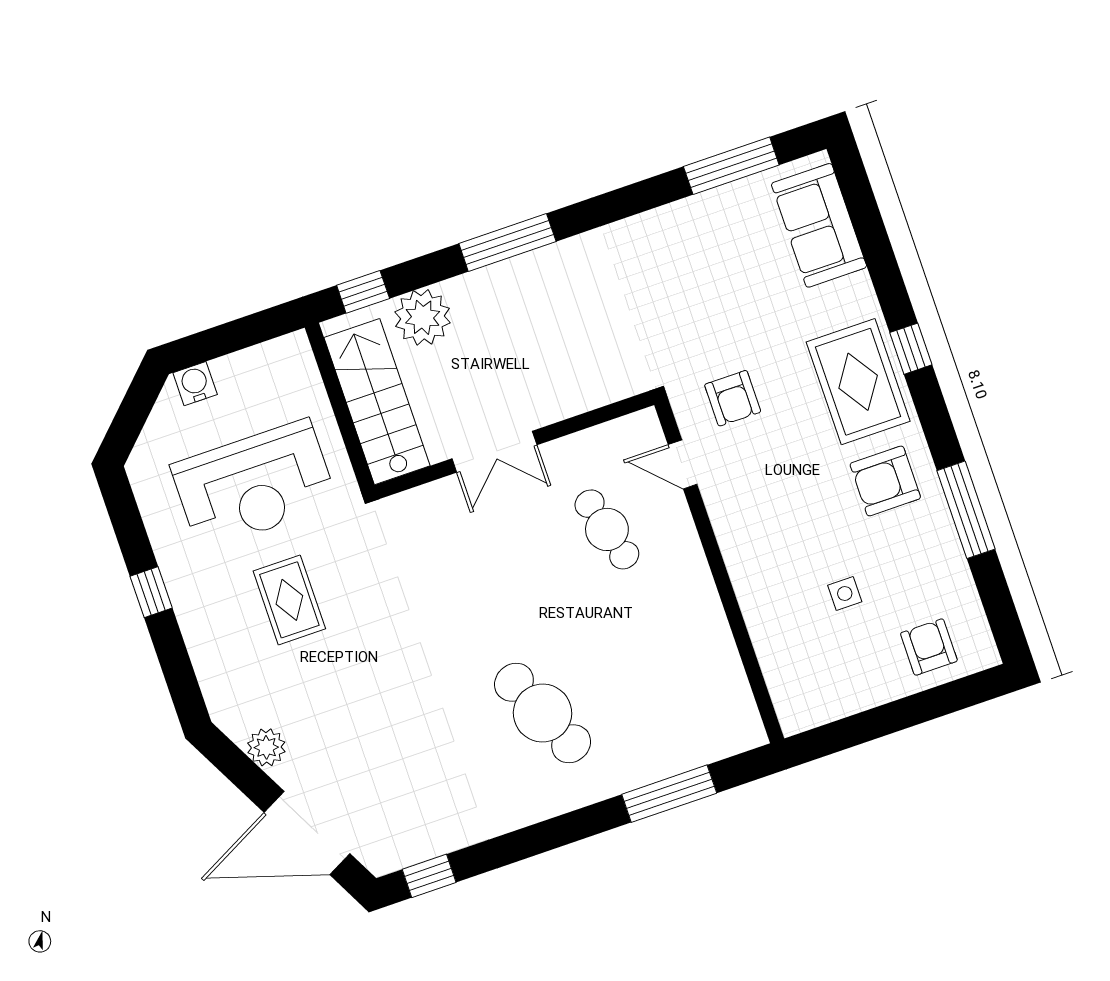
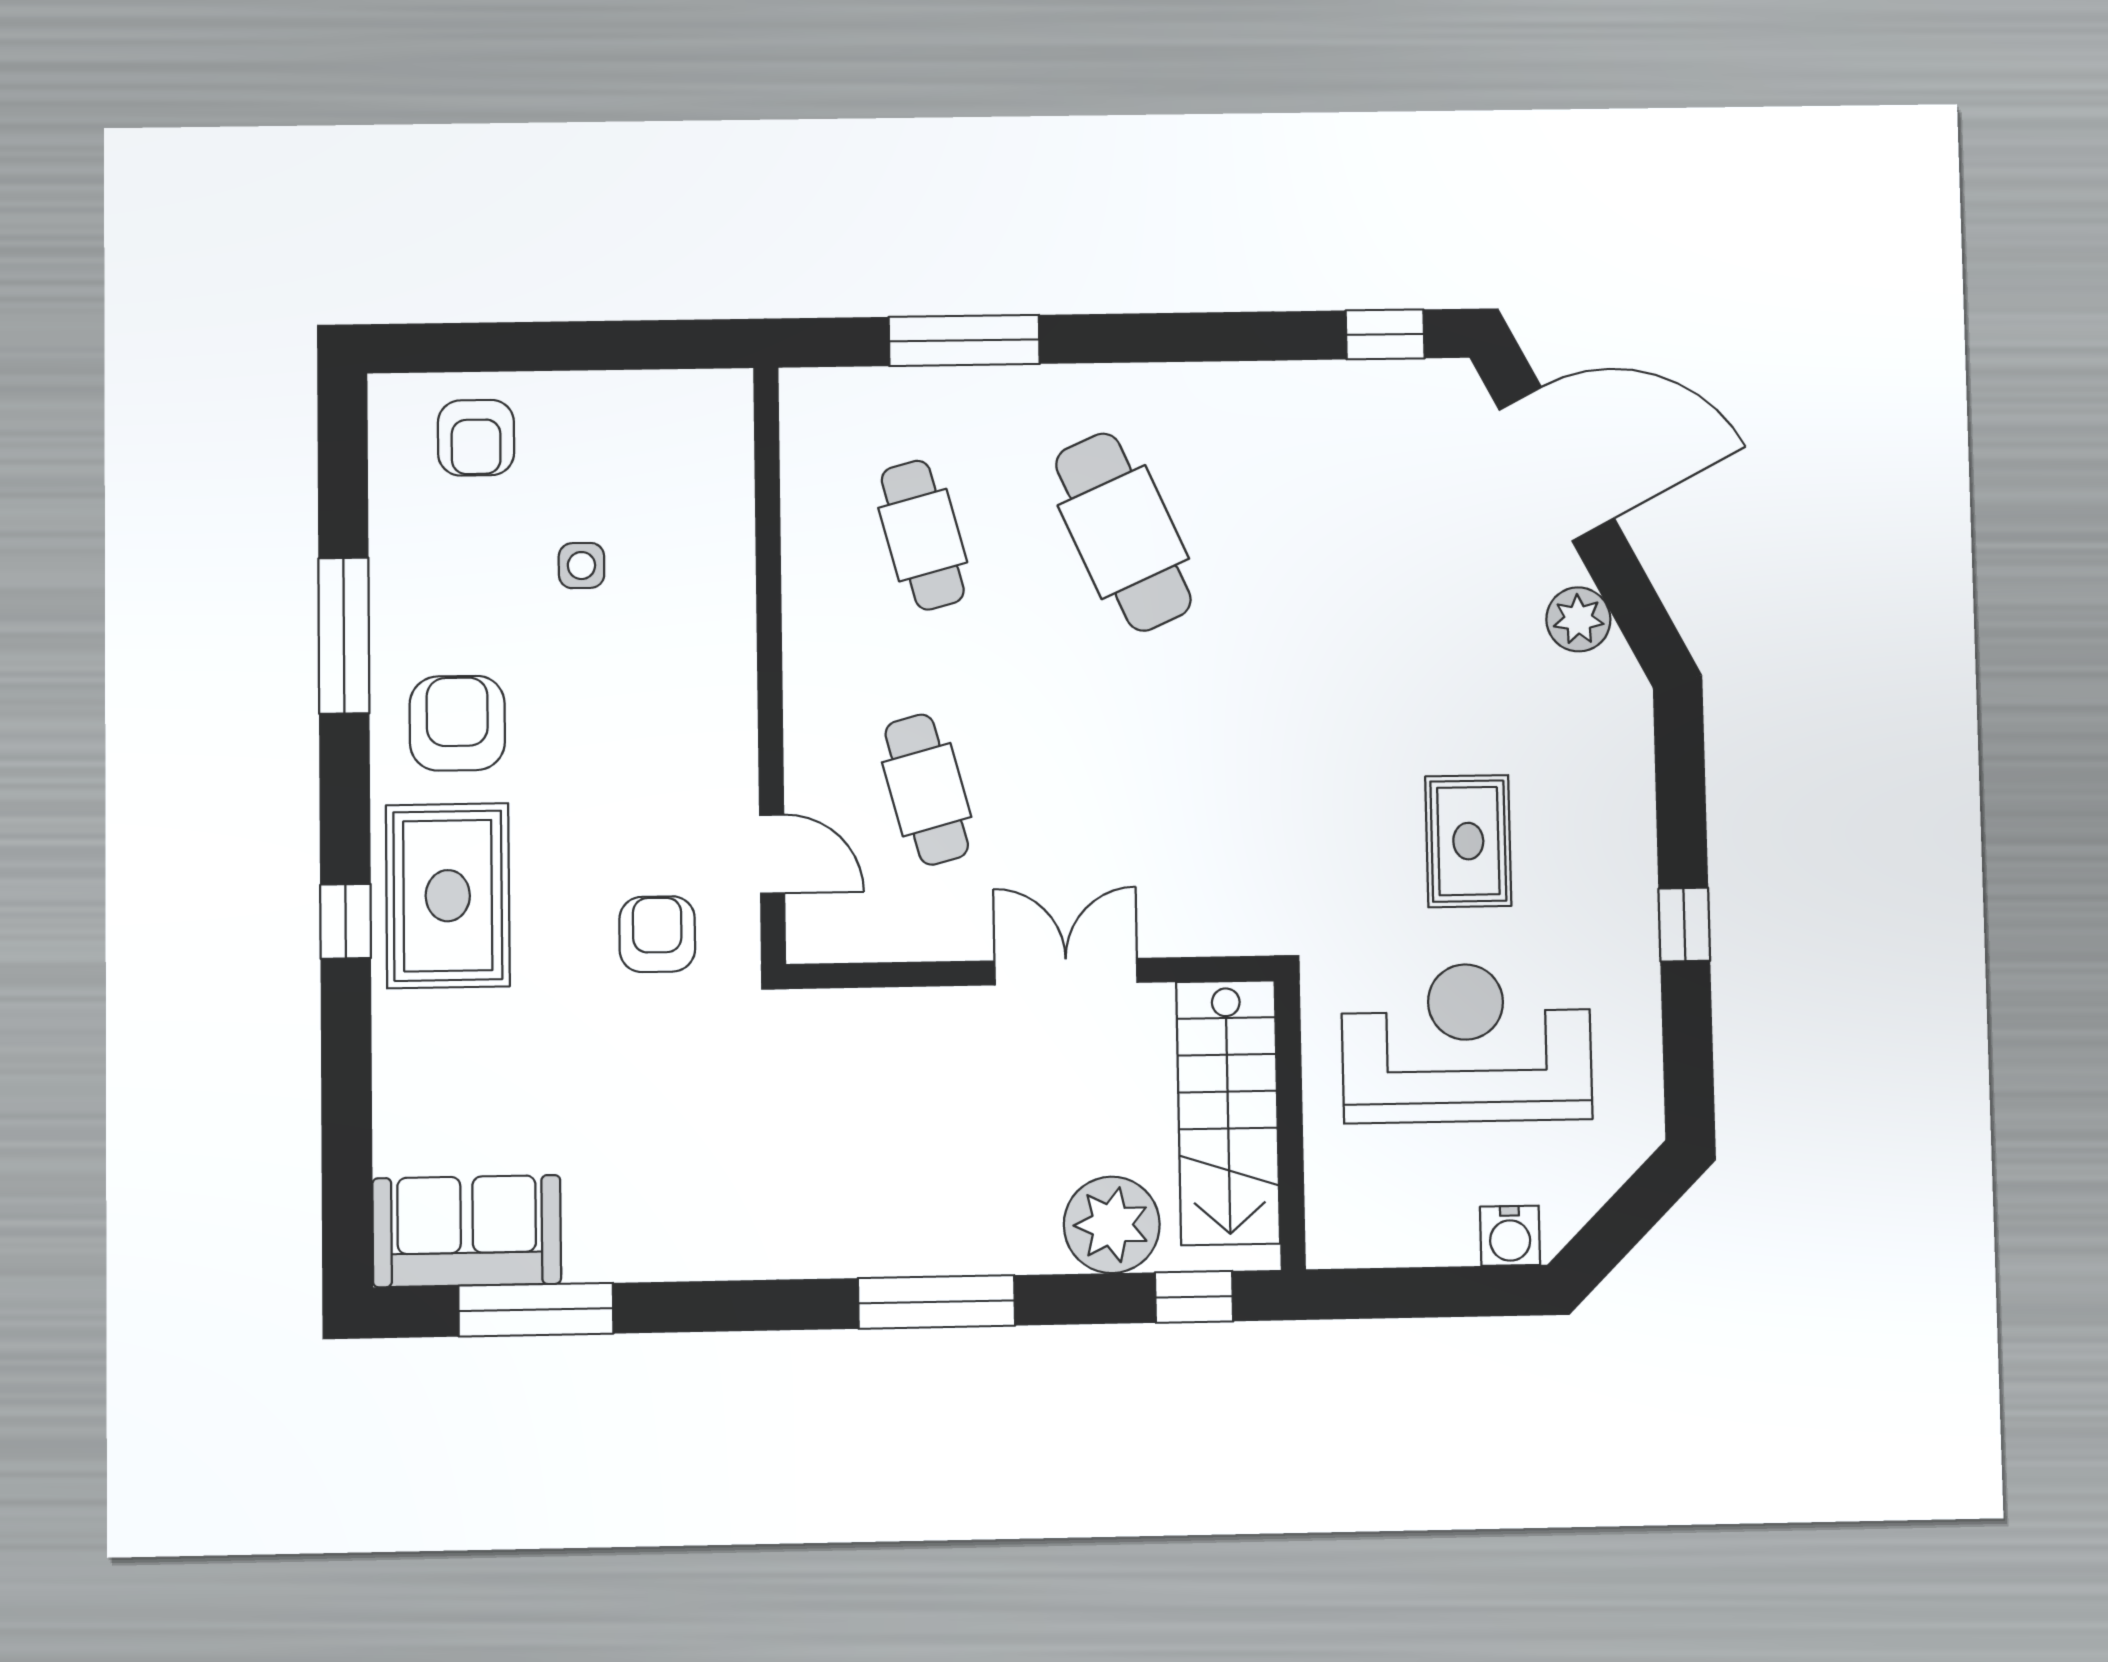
sofa: (819, 225) -> (467, 1231), moved, turned -90
armchair: (885, 481) -> (457, 723), turned -90
cafe table: (656, 674) -> (923, 535), added

